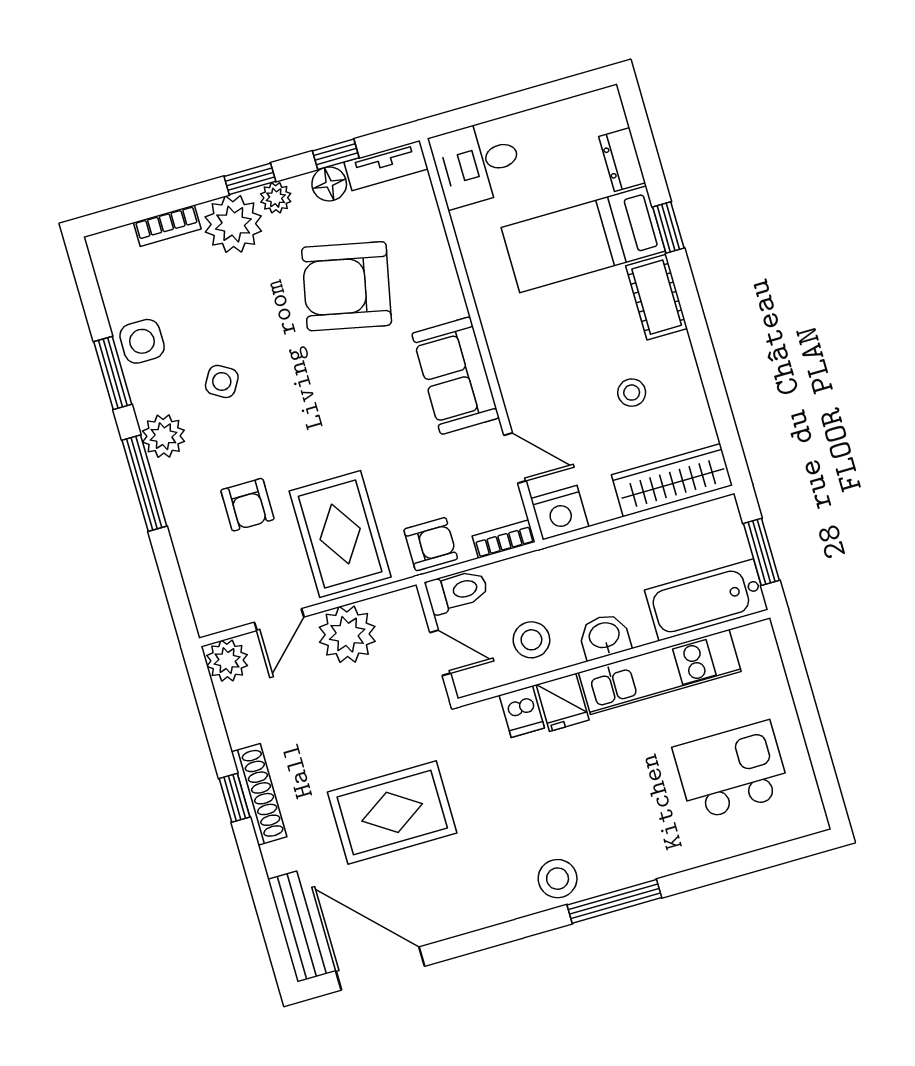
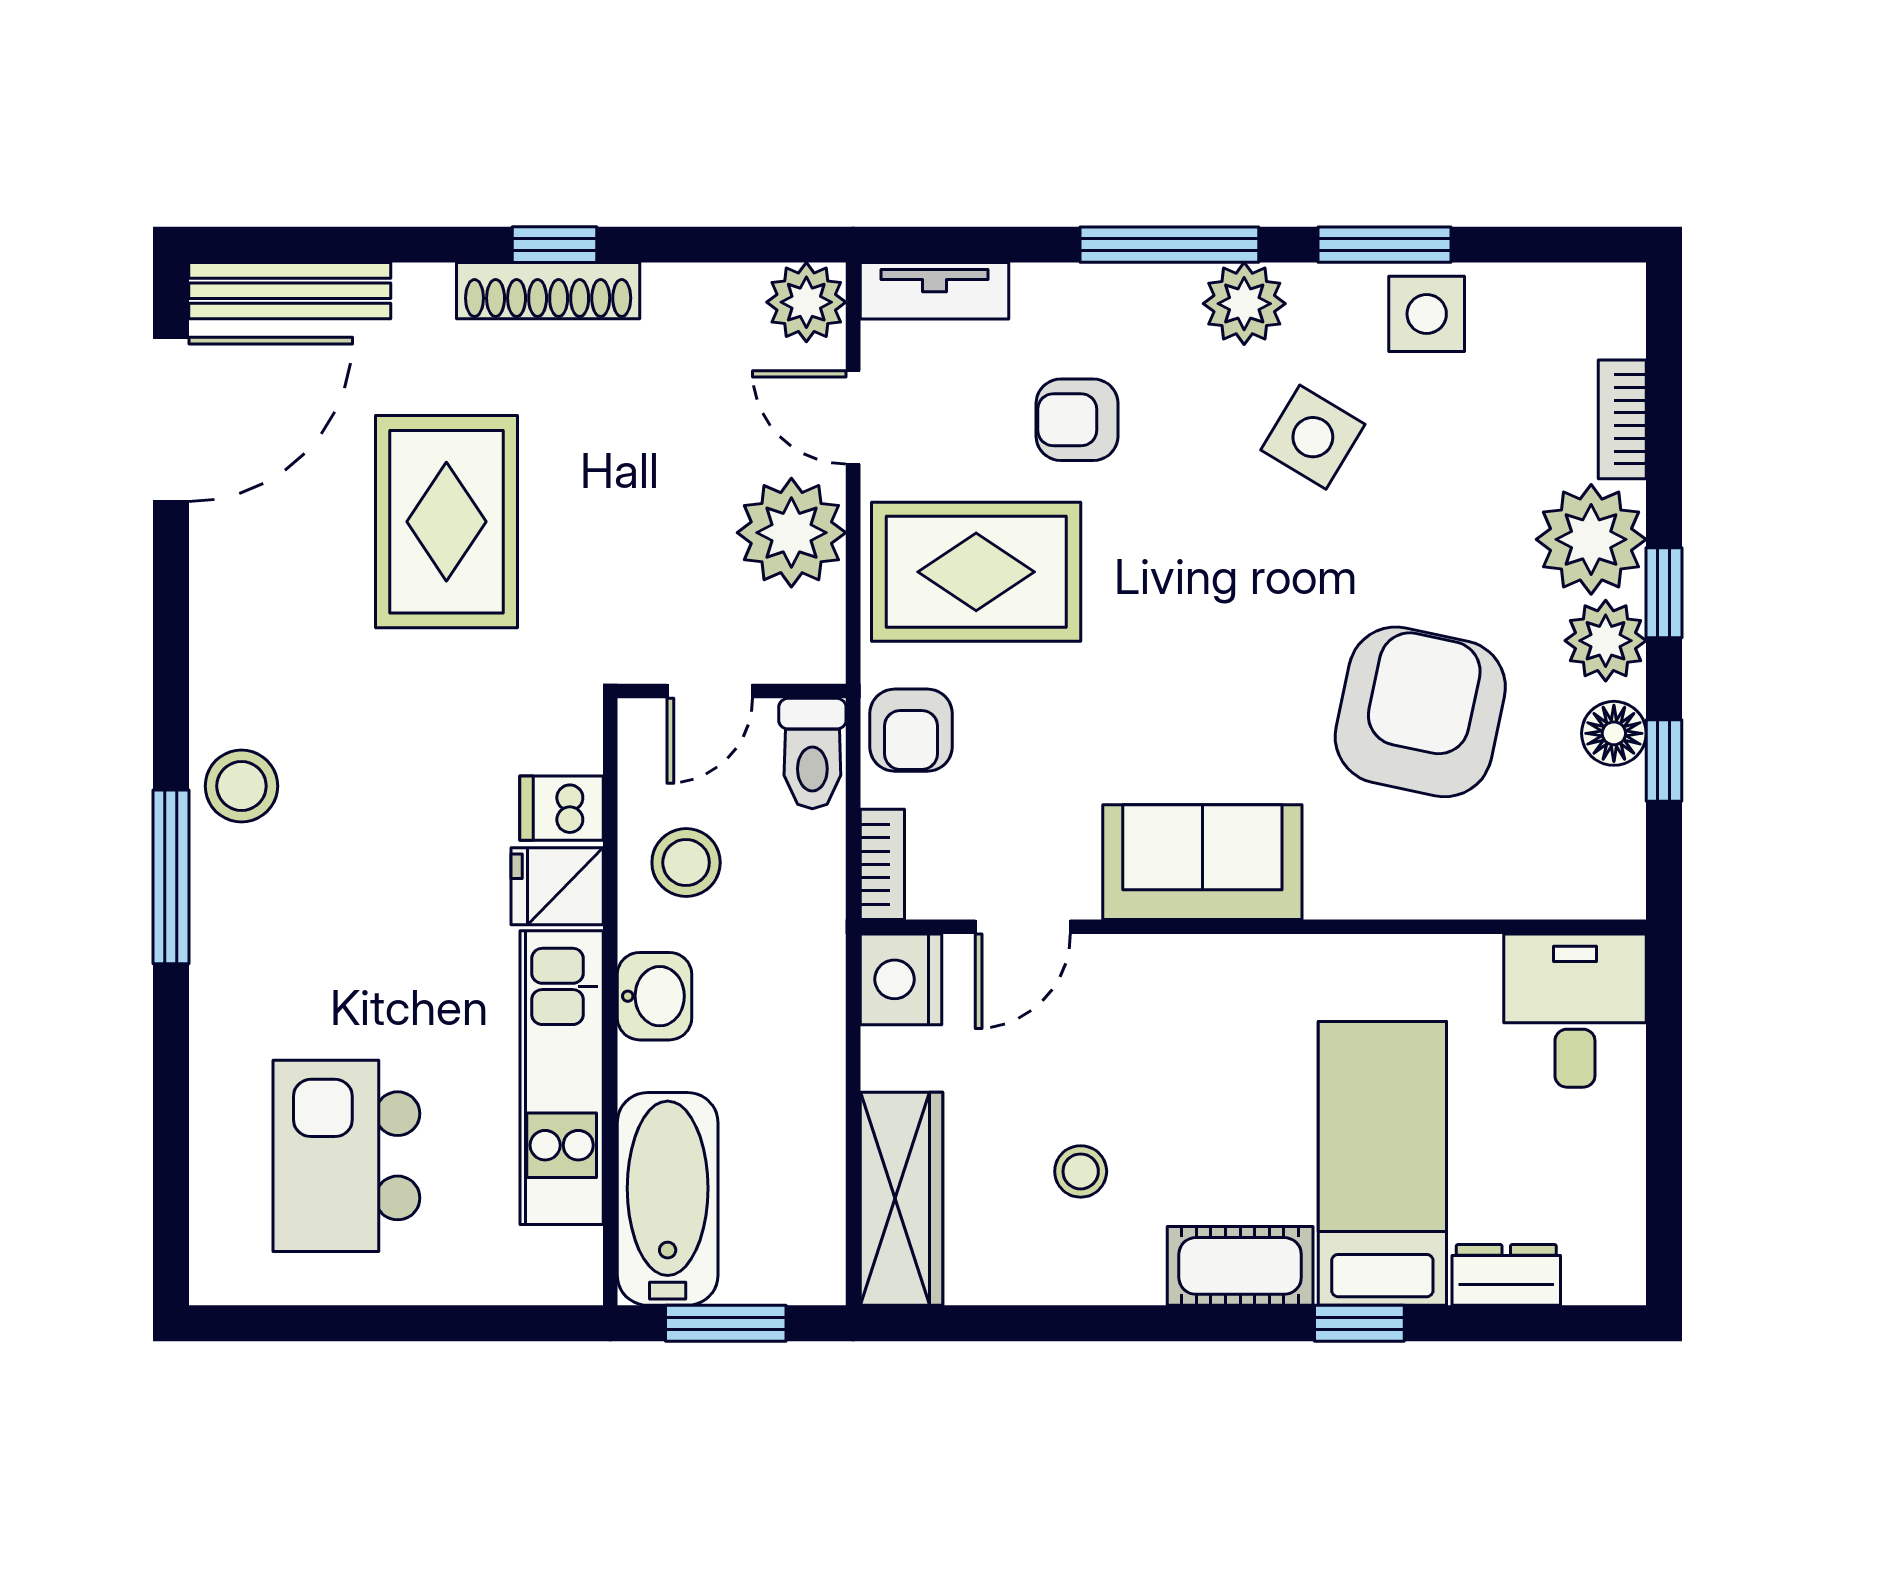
tv unit: (386, 166) -> (934, 291), moved, turned -90
plant: (276, 198) -> (1606, 641), width x1.38, depth x1.38
side table: (222, 381) -> (1313, 437), width x1.37, depth x1.37
kitchen island: (731, 771) -> (346, 1156), turned 180

